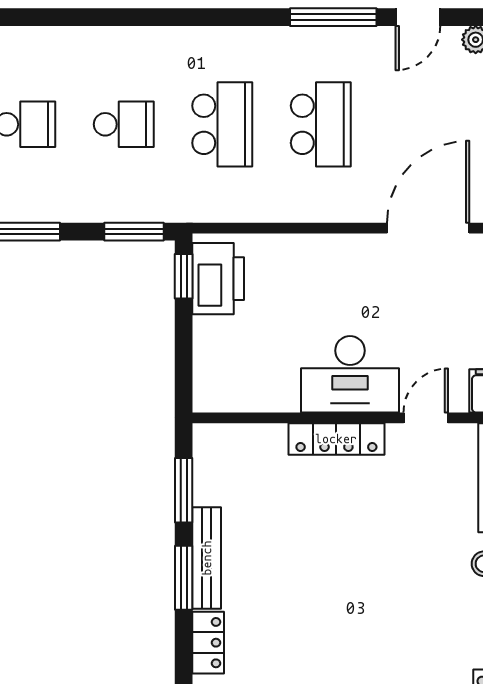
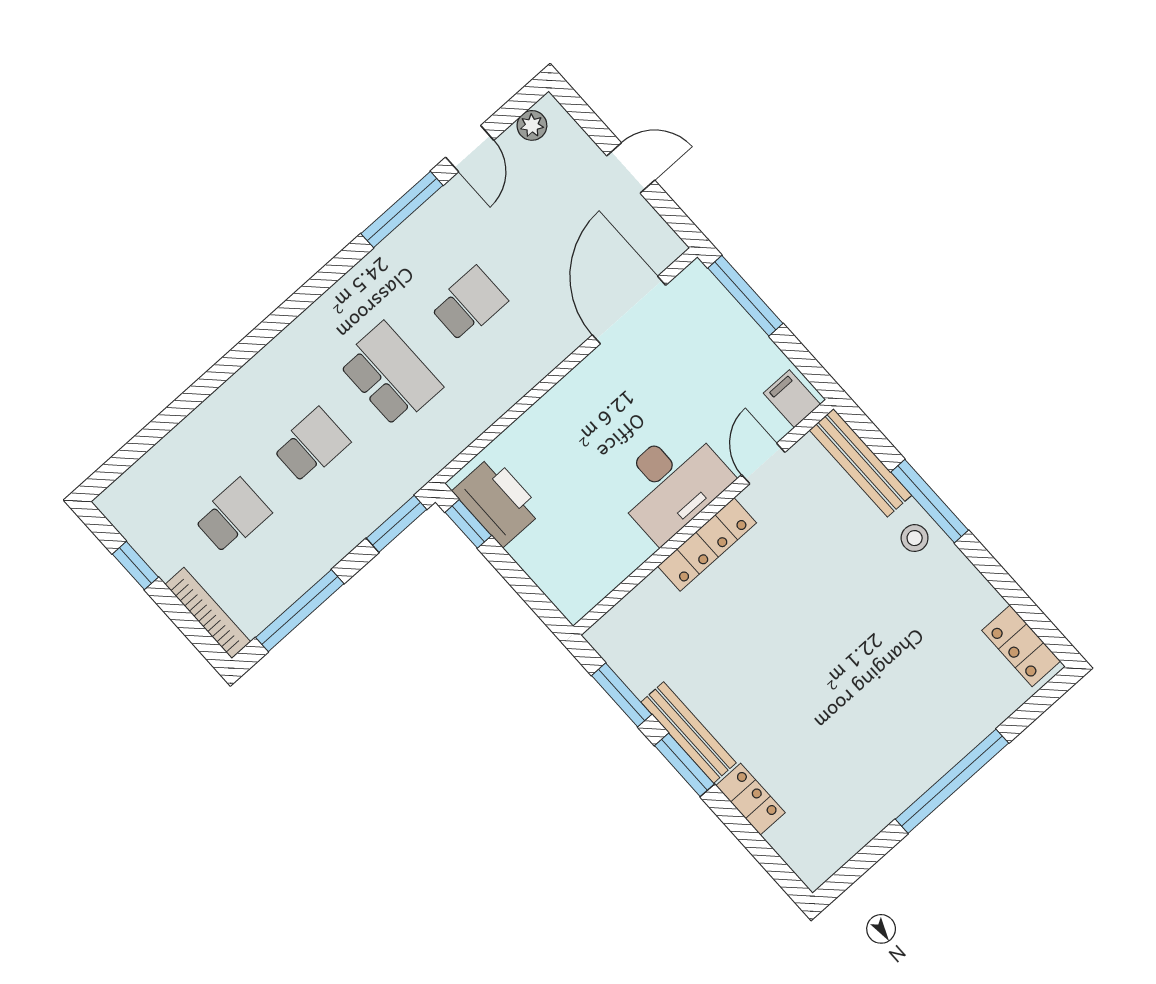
school desk: (321, 124) -> (469, 304), width x0.54

